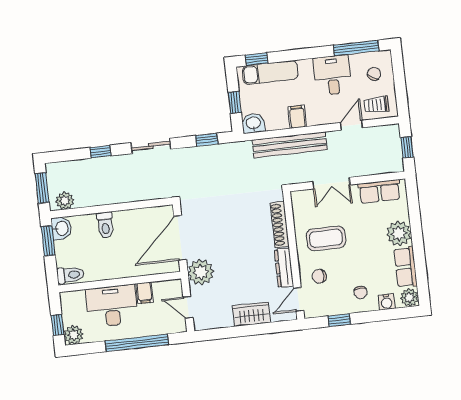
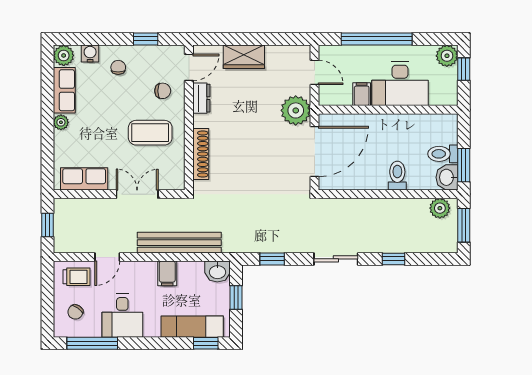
plant: (399, 233) -> (61, 122), width x0.53, depth x0.53
dresser: (284, 268) -> (201, 98), width x0.70
toilet: (70, 275) -> (443, 154), moved

